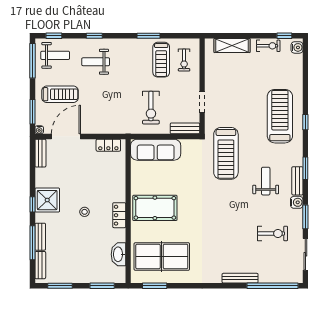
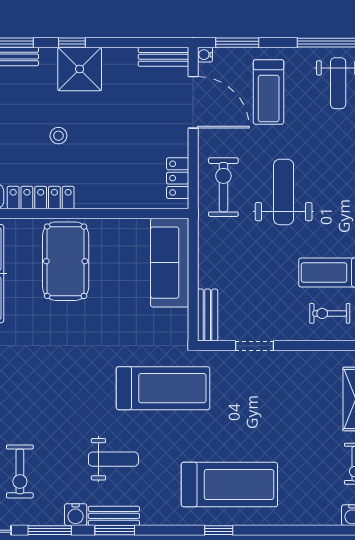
weight bench: (96, 62) -> (284, 192), moved, width x1.36, depth x1.33
exercise bike: (151, 108) -> (223, 187), moved, turned 90
treadmill: (226, 153) -> (163, 388), turned 180
window: (305, 168) -> (115, 530), moved
locker: (119, 215) -> (41, 198), width x1.53

